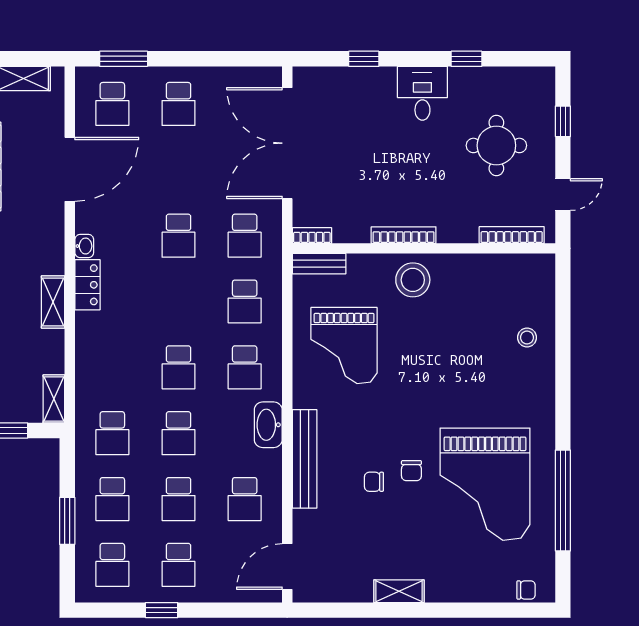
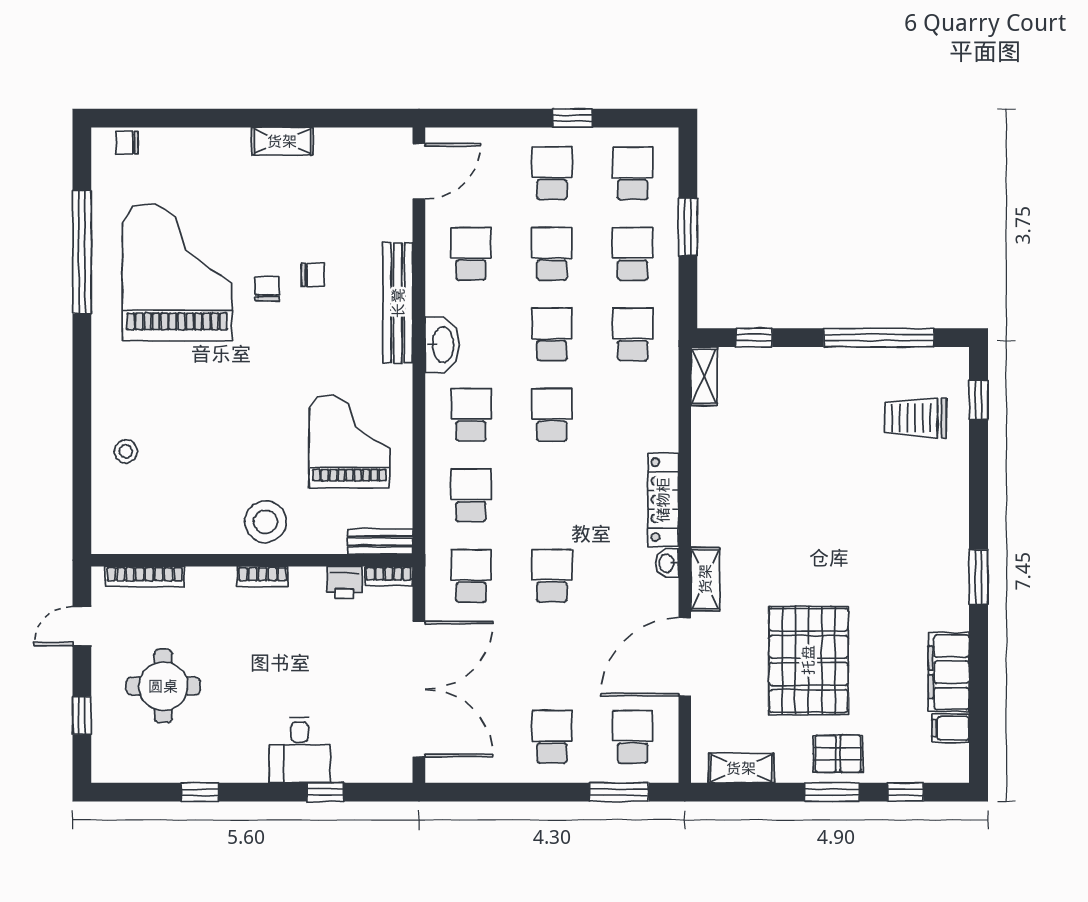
desk: (422, 93) -> (300, 750), moved
printer: (348, 230) -> (345, 582), added
bookcase: (404, 235) -> (262, 577), width x0.64
locker: (87, 285) -> (663, 500), width x1.53
shelving: (53, 302) -> (705, 579), moved

